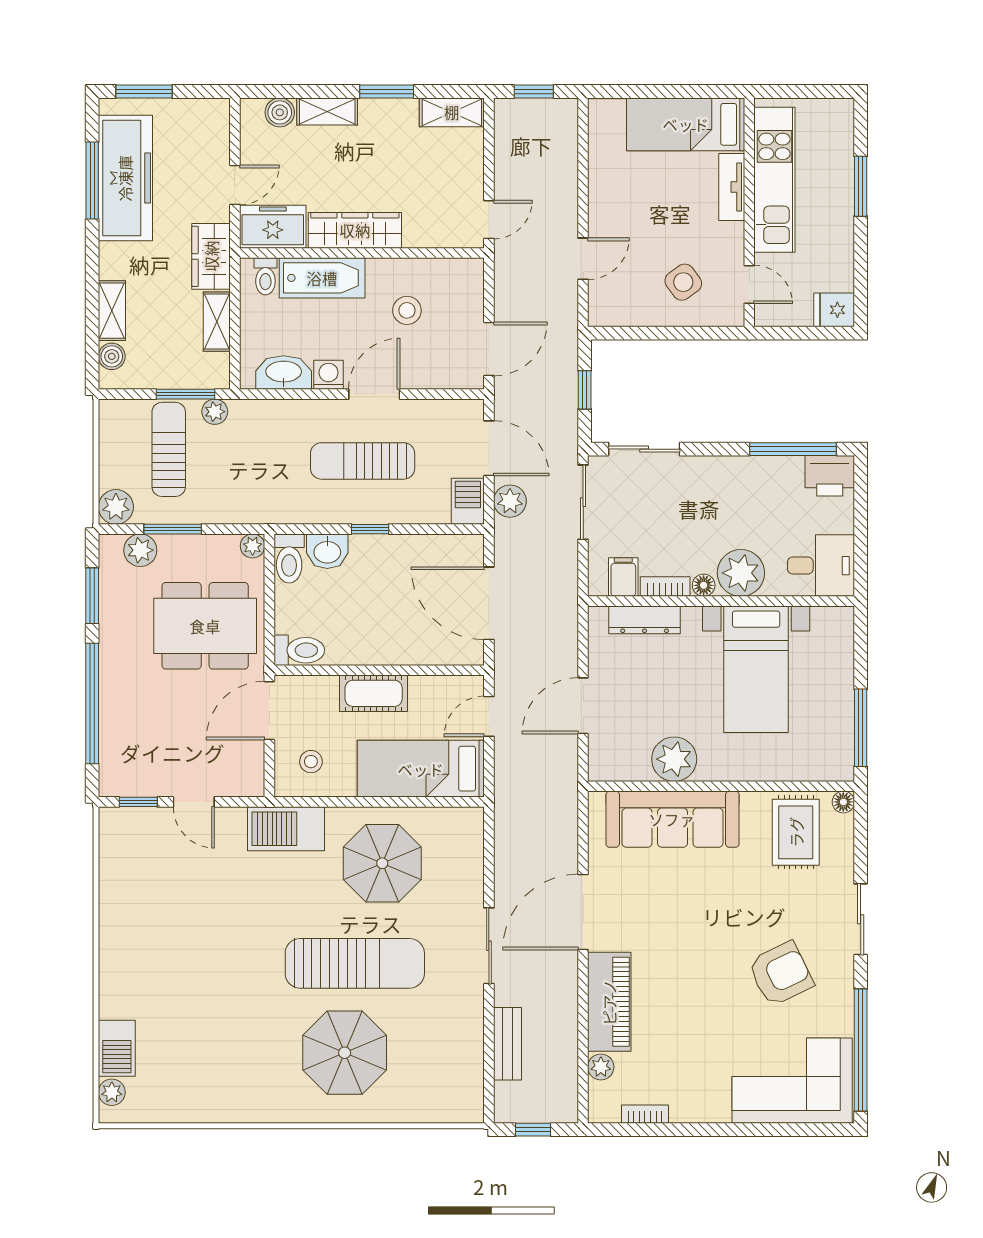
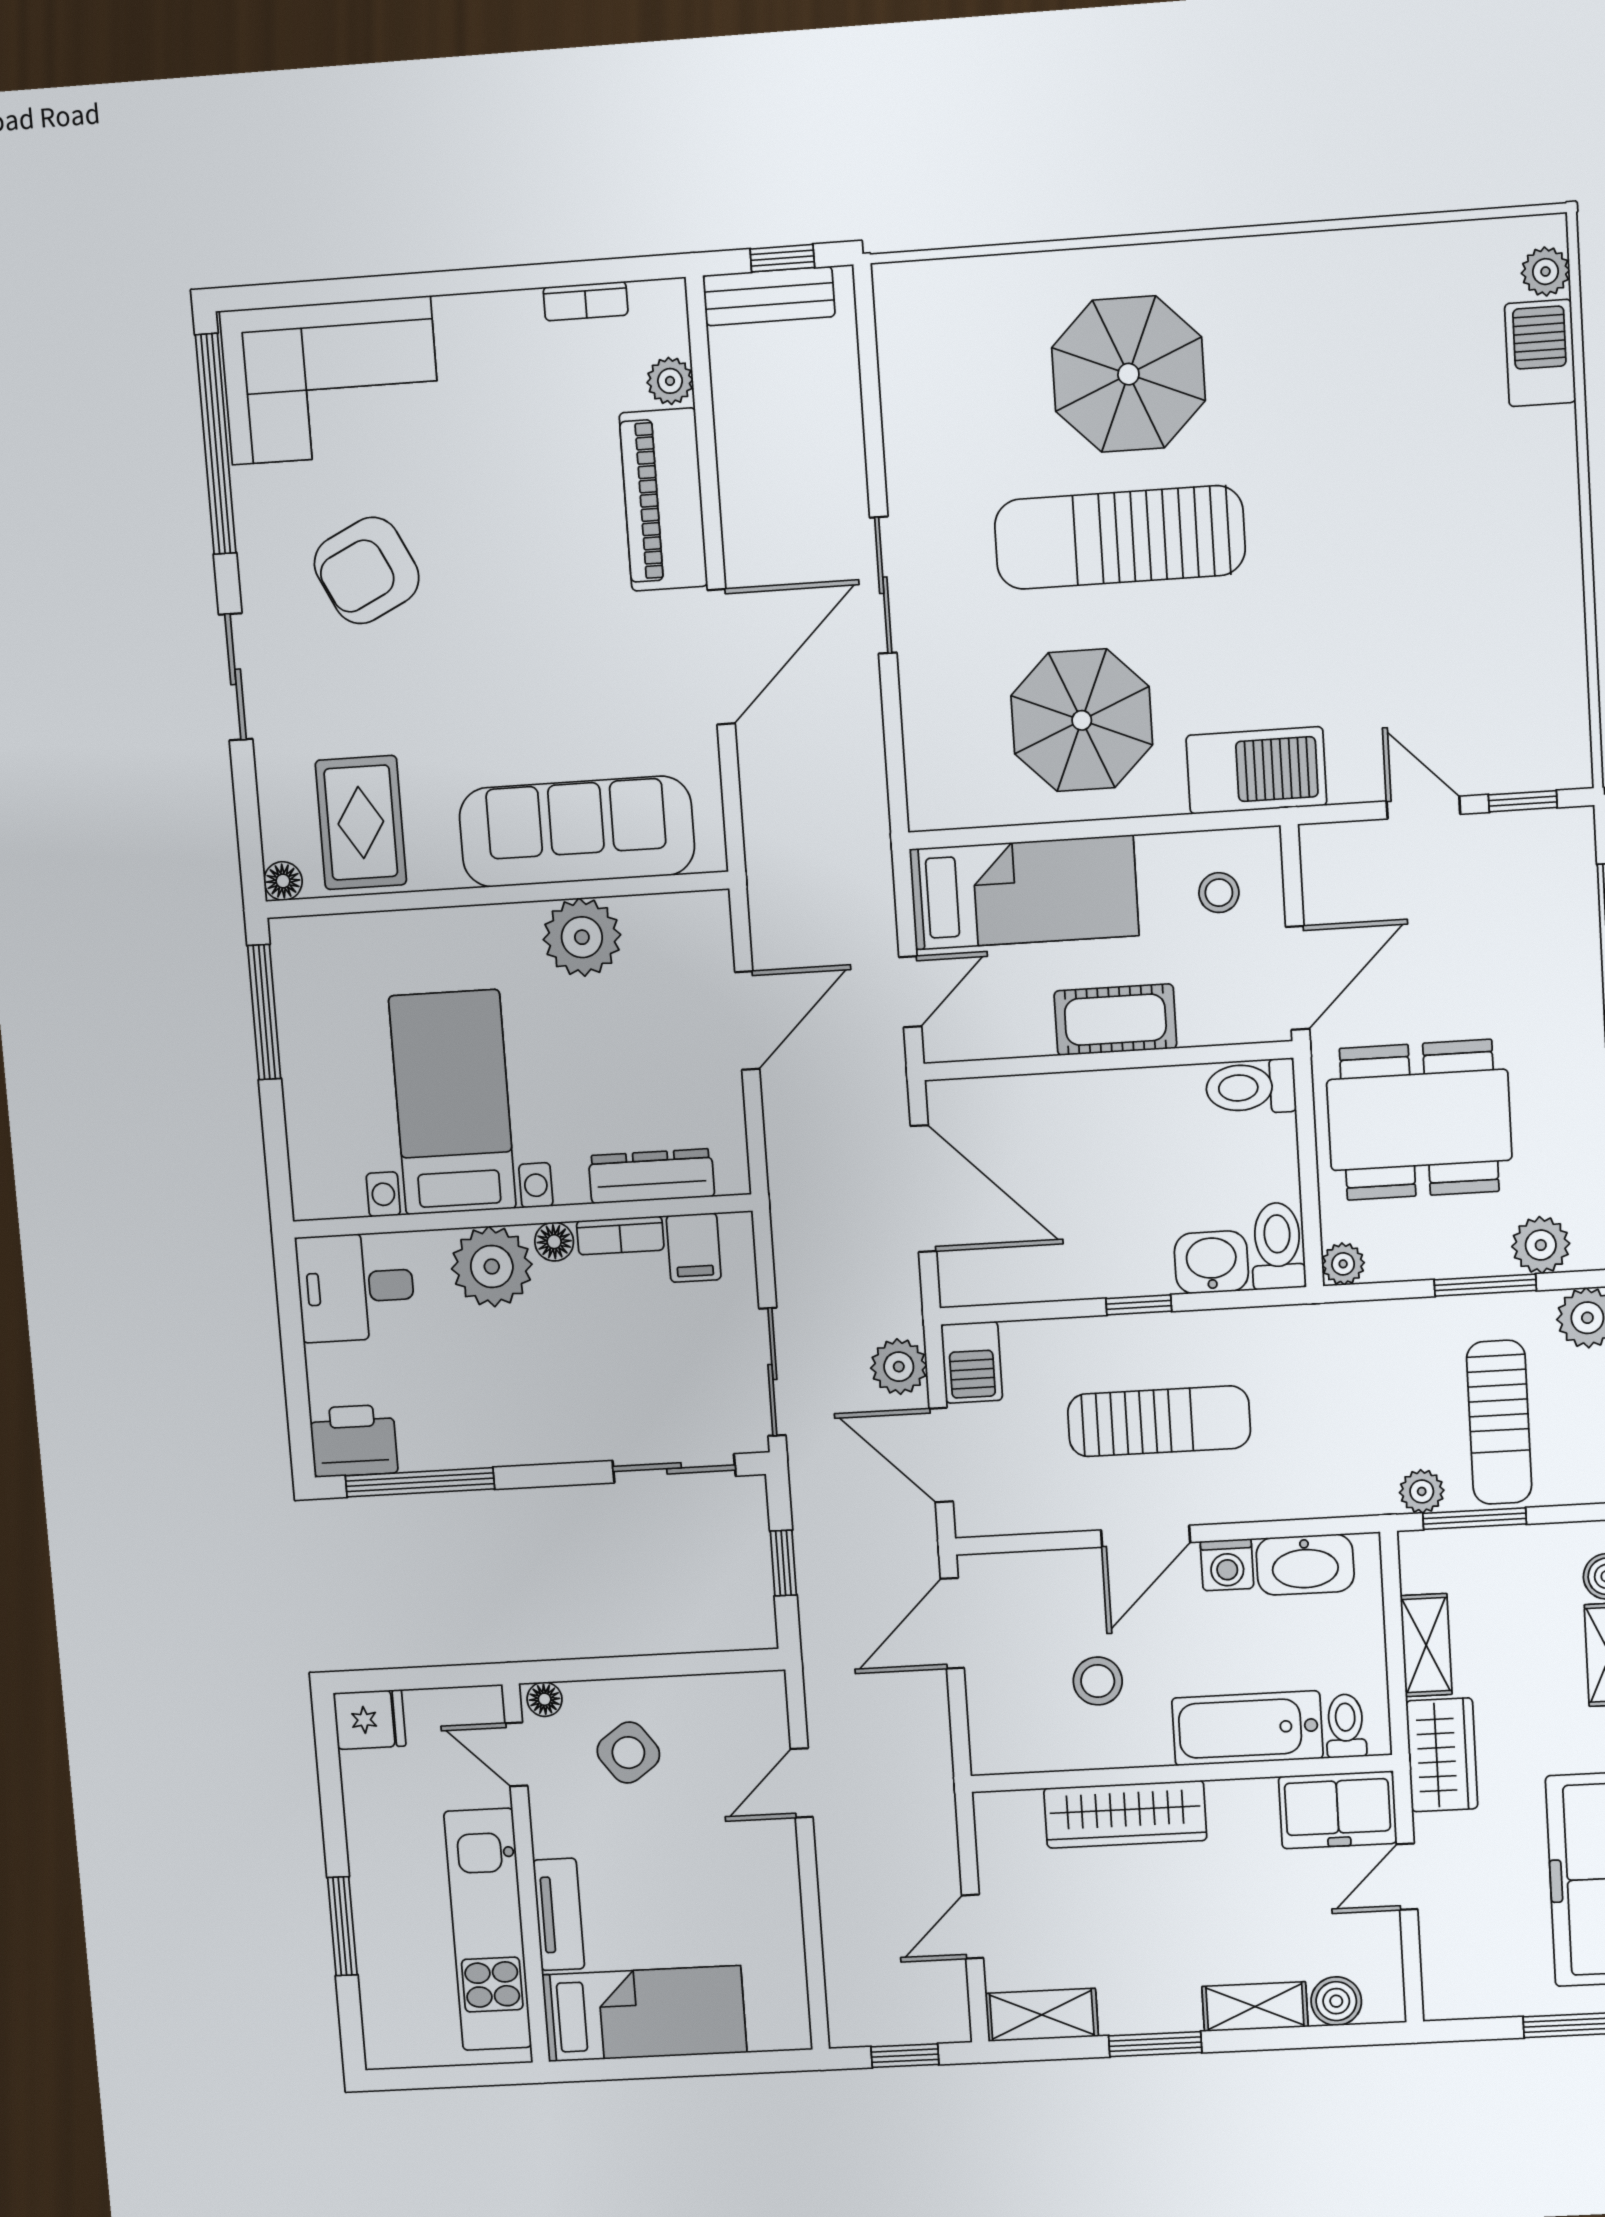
door: (489, 220) -> (973, 1927), moved
wardrobe: (355, 230) -> (1125, 1814), moved
floor lamp: (730, 317) -> (545, 1699), added
bench: (508, 1044) -> (769, 296), moved, turned 90

